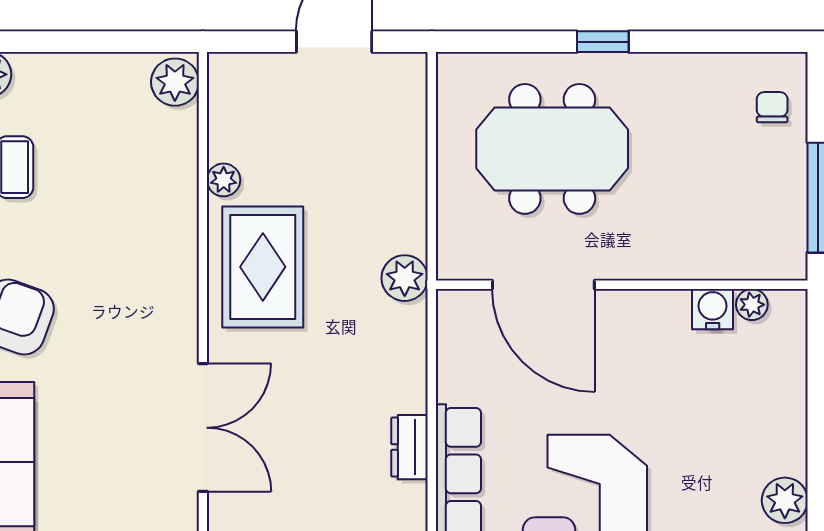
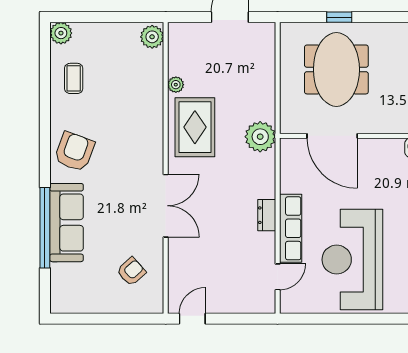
window: (603, 42) -> (339, 17), moved
meeting table: (552, 149) -> (336, 69), turned 90
plant: (405, 278) -> (260, 137), width x1.36, depth x1.36

